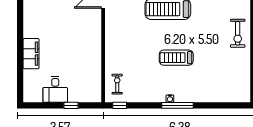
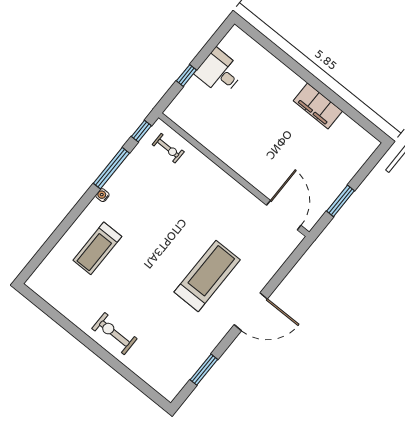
filing cabinet: (31, 54) -> (318, 106), moved
treadmill: (176, 58) -> (97, 248), moved, turned 180
window: (178, 105) -> (111, 168), moved

